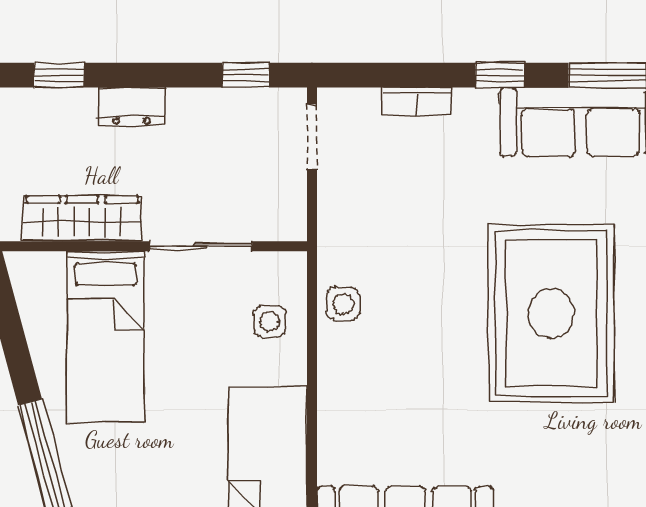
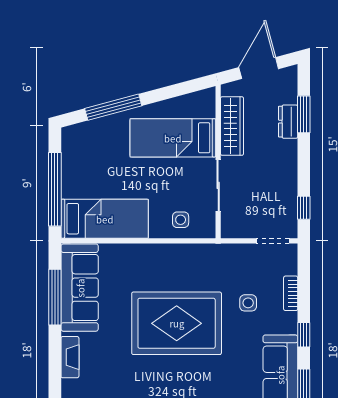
window: (59, 75) -> (304, 114), width x1.50
dresser: (132, 106) -> (288, 122), moved
side table: (343, 304) -> (248, 303), moved
rug: (551, 313) -> (177, 323), moved

